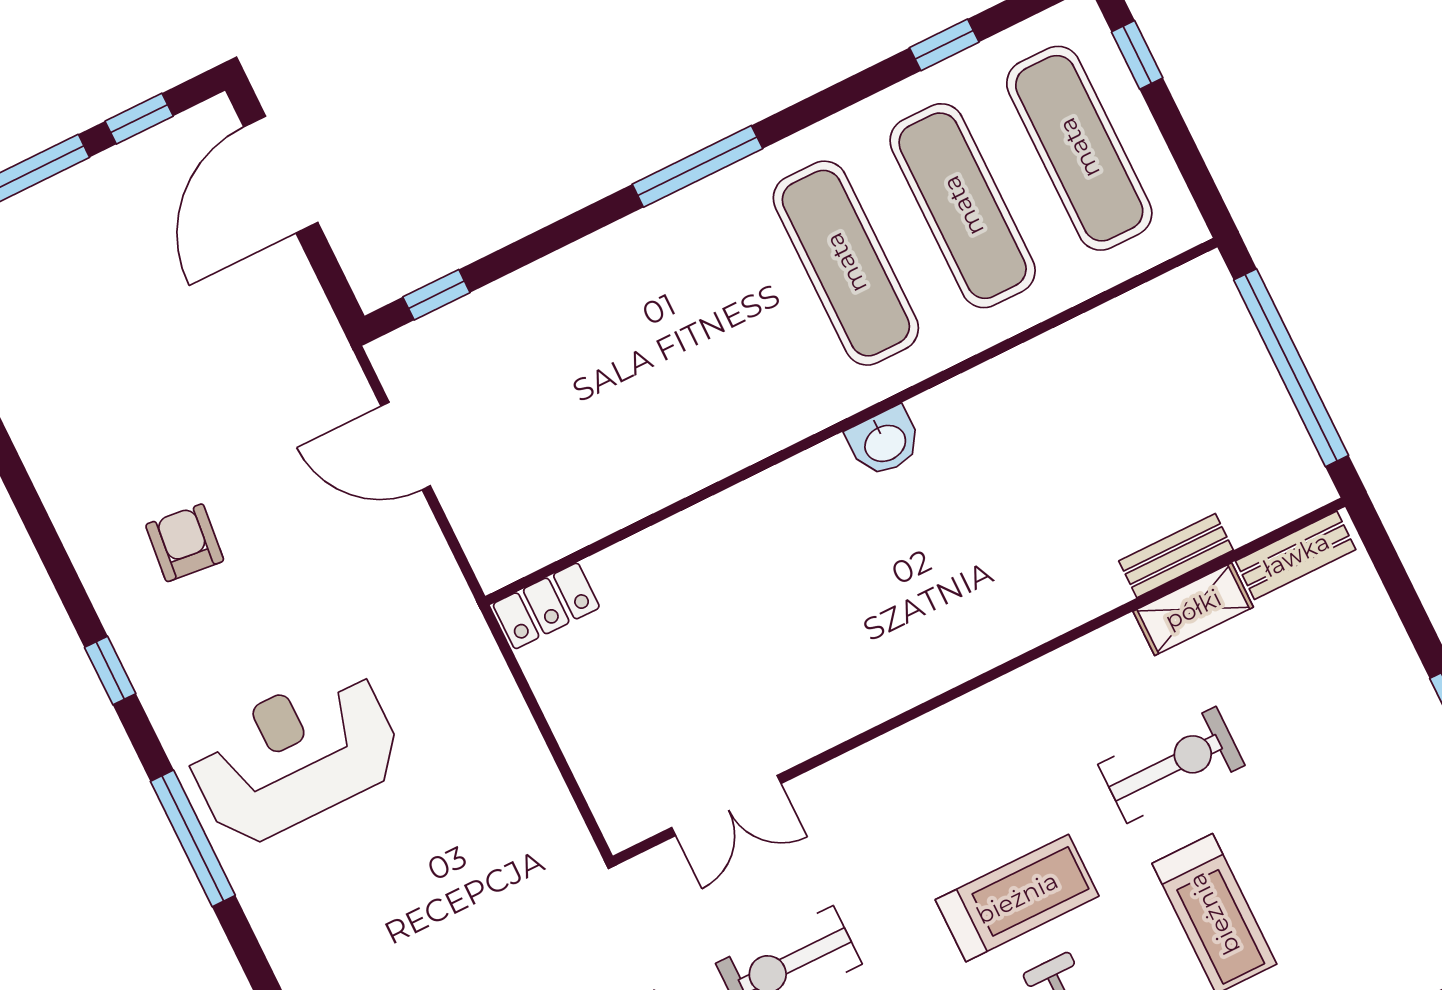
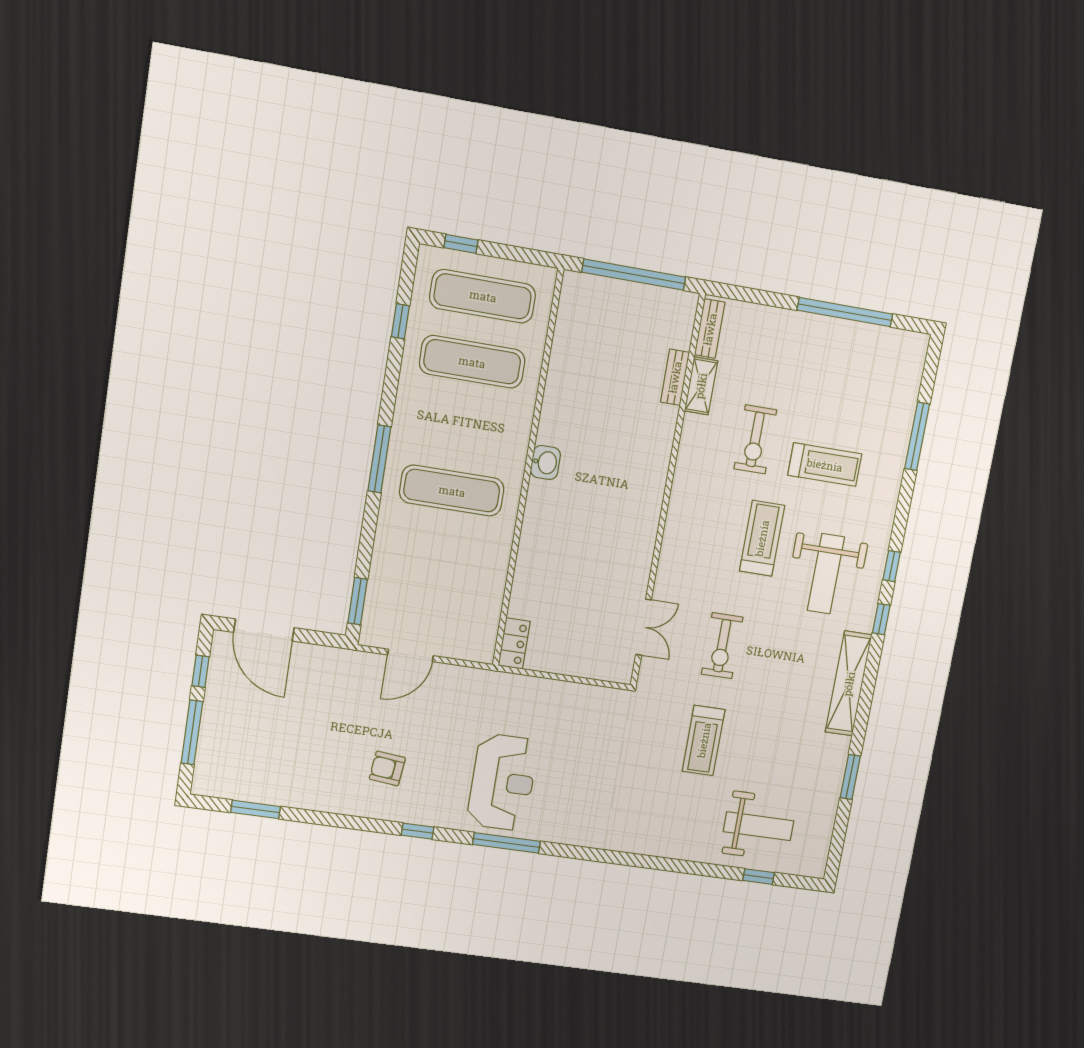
exercise mat: (846, 263) -> (452, 491), moved
window: (436, 295) -> (358, 601), width x1.50
reception desk: (294, 756) -> (502, 782), turned 180
exercise bike: (1171, 765) -> (755, 439), turned 180

